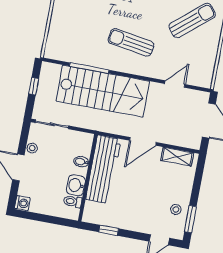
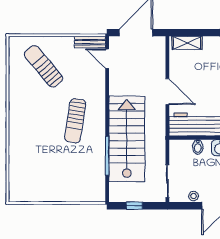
bench: (208, 72) -> (90, 42), added
door: (175, 84) -> (107, 59), moved
shelving: (177, 157) -> (187, 43), moved, turned 90

